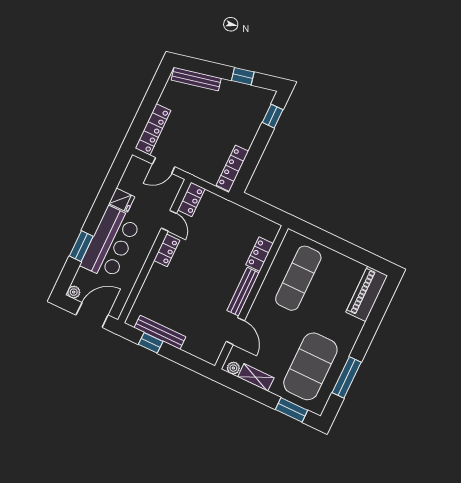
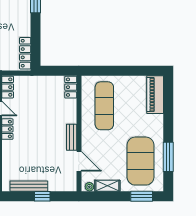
locker: (260, 254) -> (71, 87), moved
bench: (243, 292) -> (72, 137), width x0.73
window: (151, 343) -> (42, 196), moved

